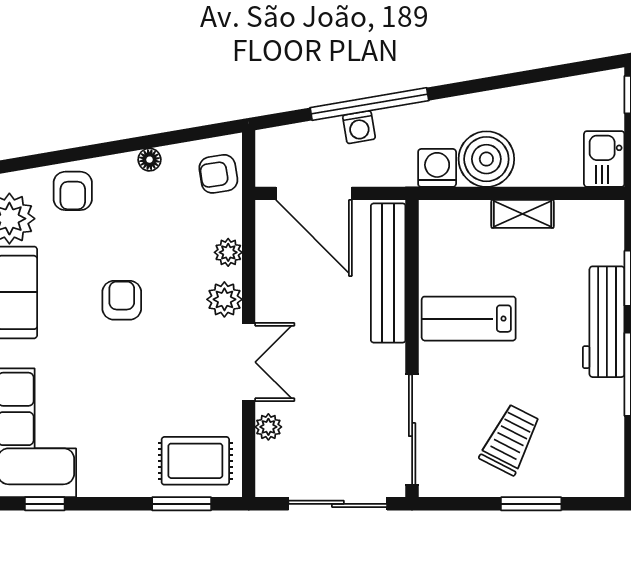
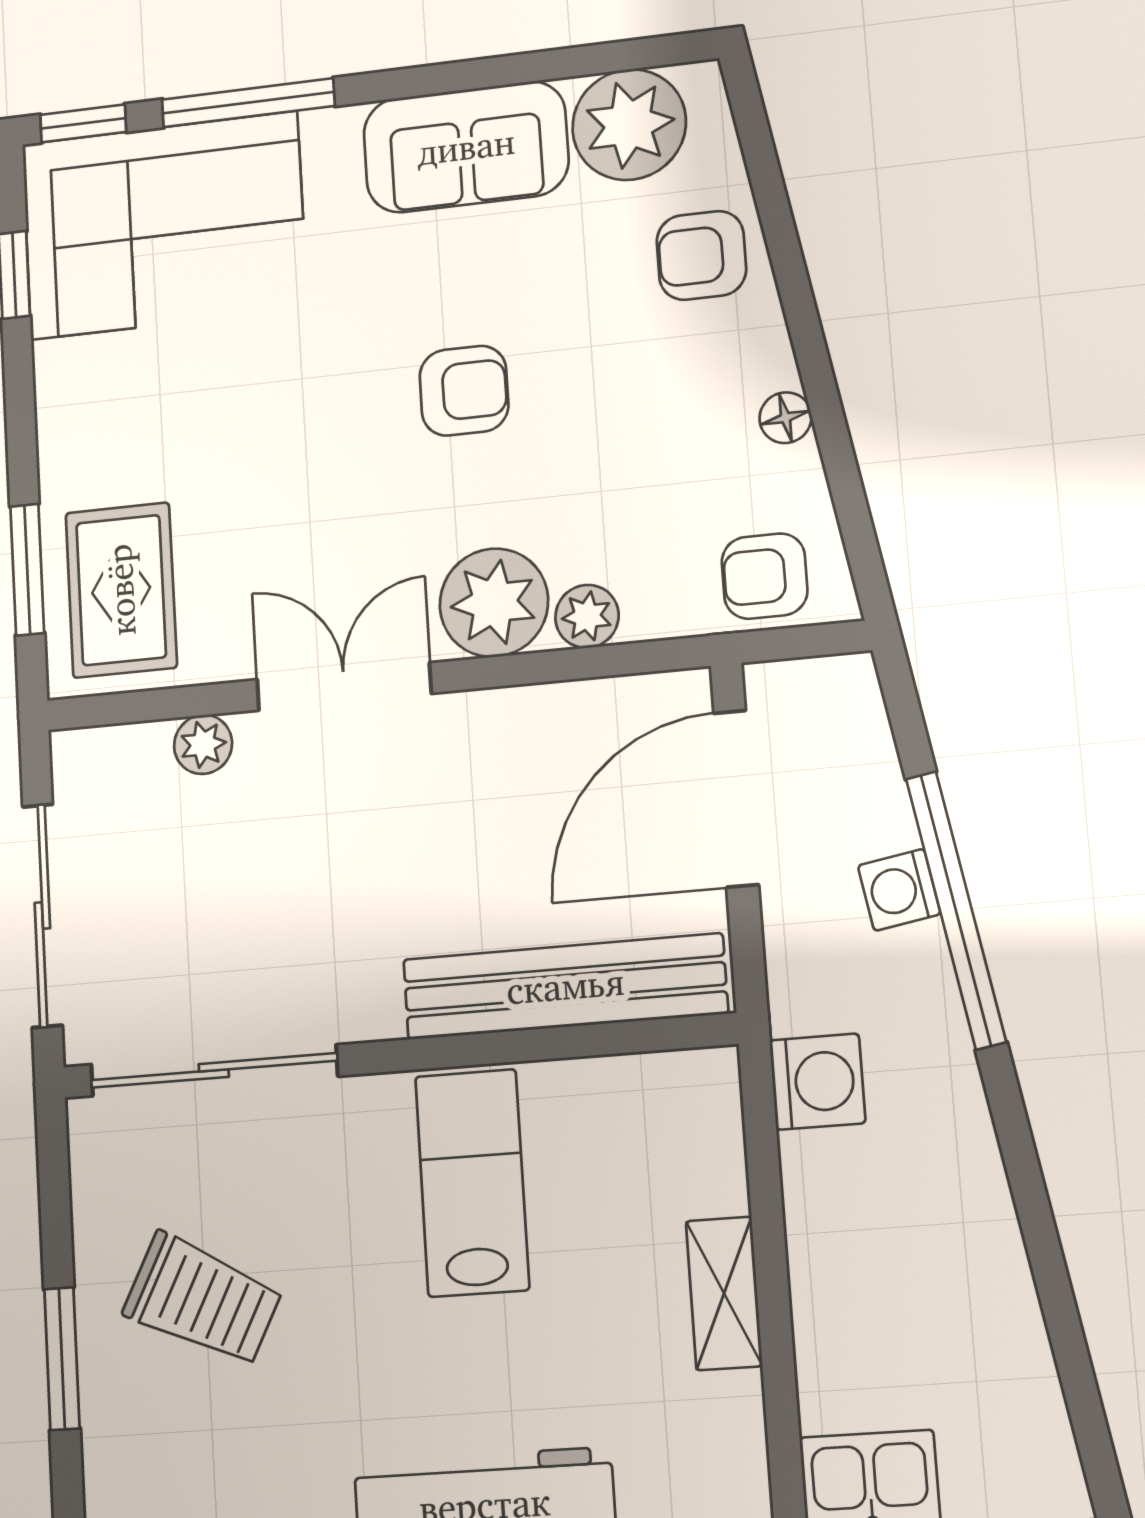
boiler: (486, 159) -> (847, 1198), removed
armchair: (218, 174) -> (765, 576), turned -81
plant: (224, 299) -> (494, 603), width x1.36, depth x1.36
double door: (249, 362) -> (344, 687), swing flipped

